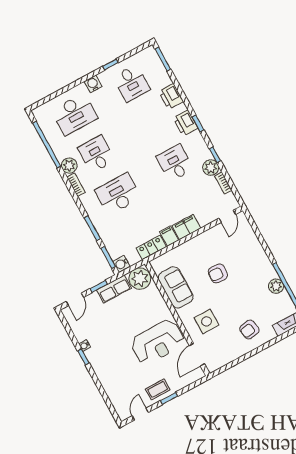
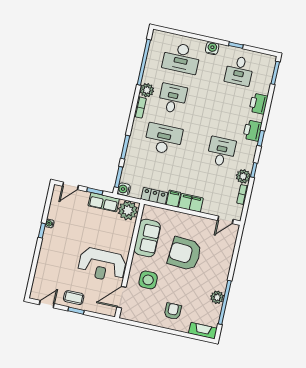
armchair: (218, 273) -> (185, 254), width x1.88, depth x1.88
armchair: (249, 329) -> (173, 311), turned 100

